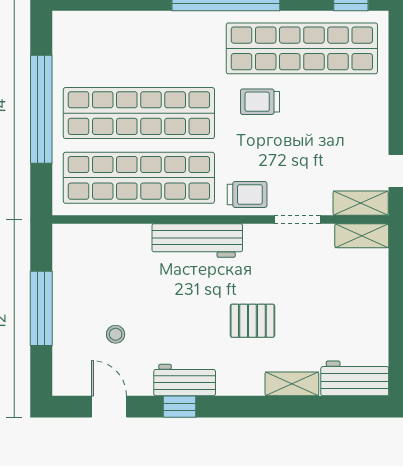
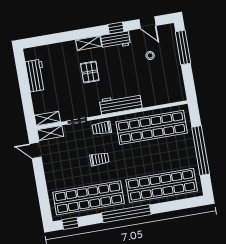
trolley: (260, 102) -> (99, 159), moved
shop shelf: (139, 113) -> (162, 185), moved
window: (41, 308) -> (183, 47), moved
pallet: (252, 321) -> (90, 72), turned 90
workbench: (355, 378) -> (36, 75), moved, turned -90
shelving: (292, 384) -> (89, 43), moved

